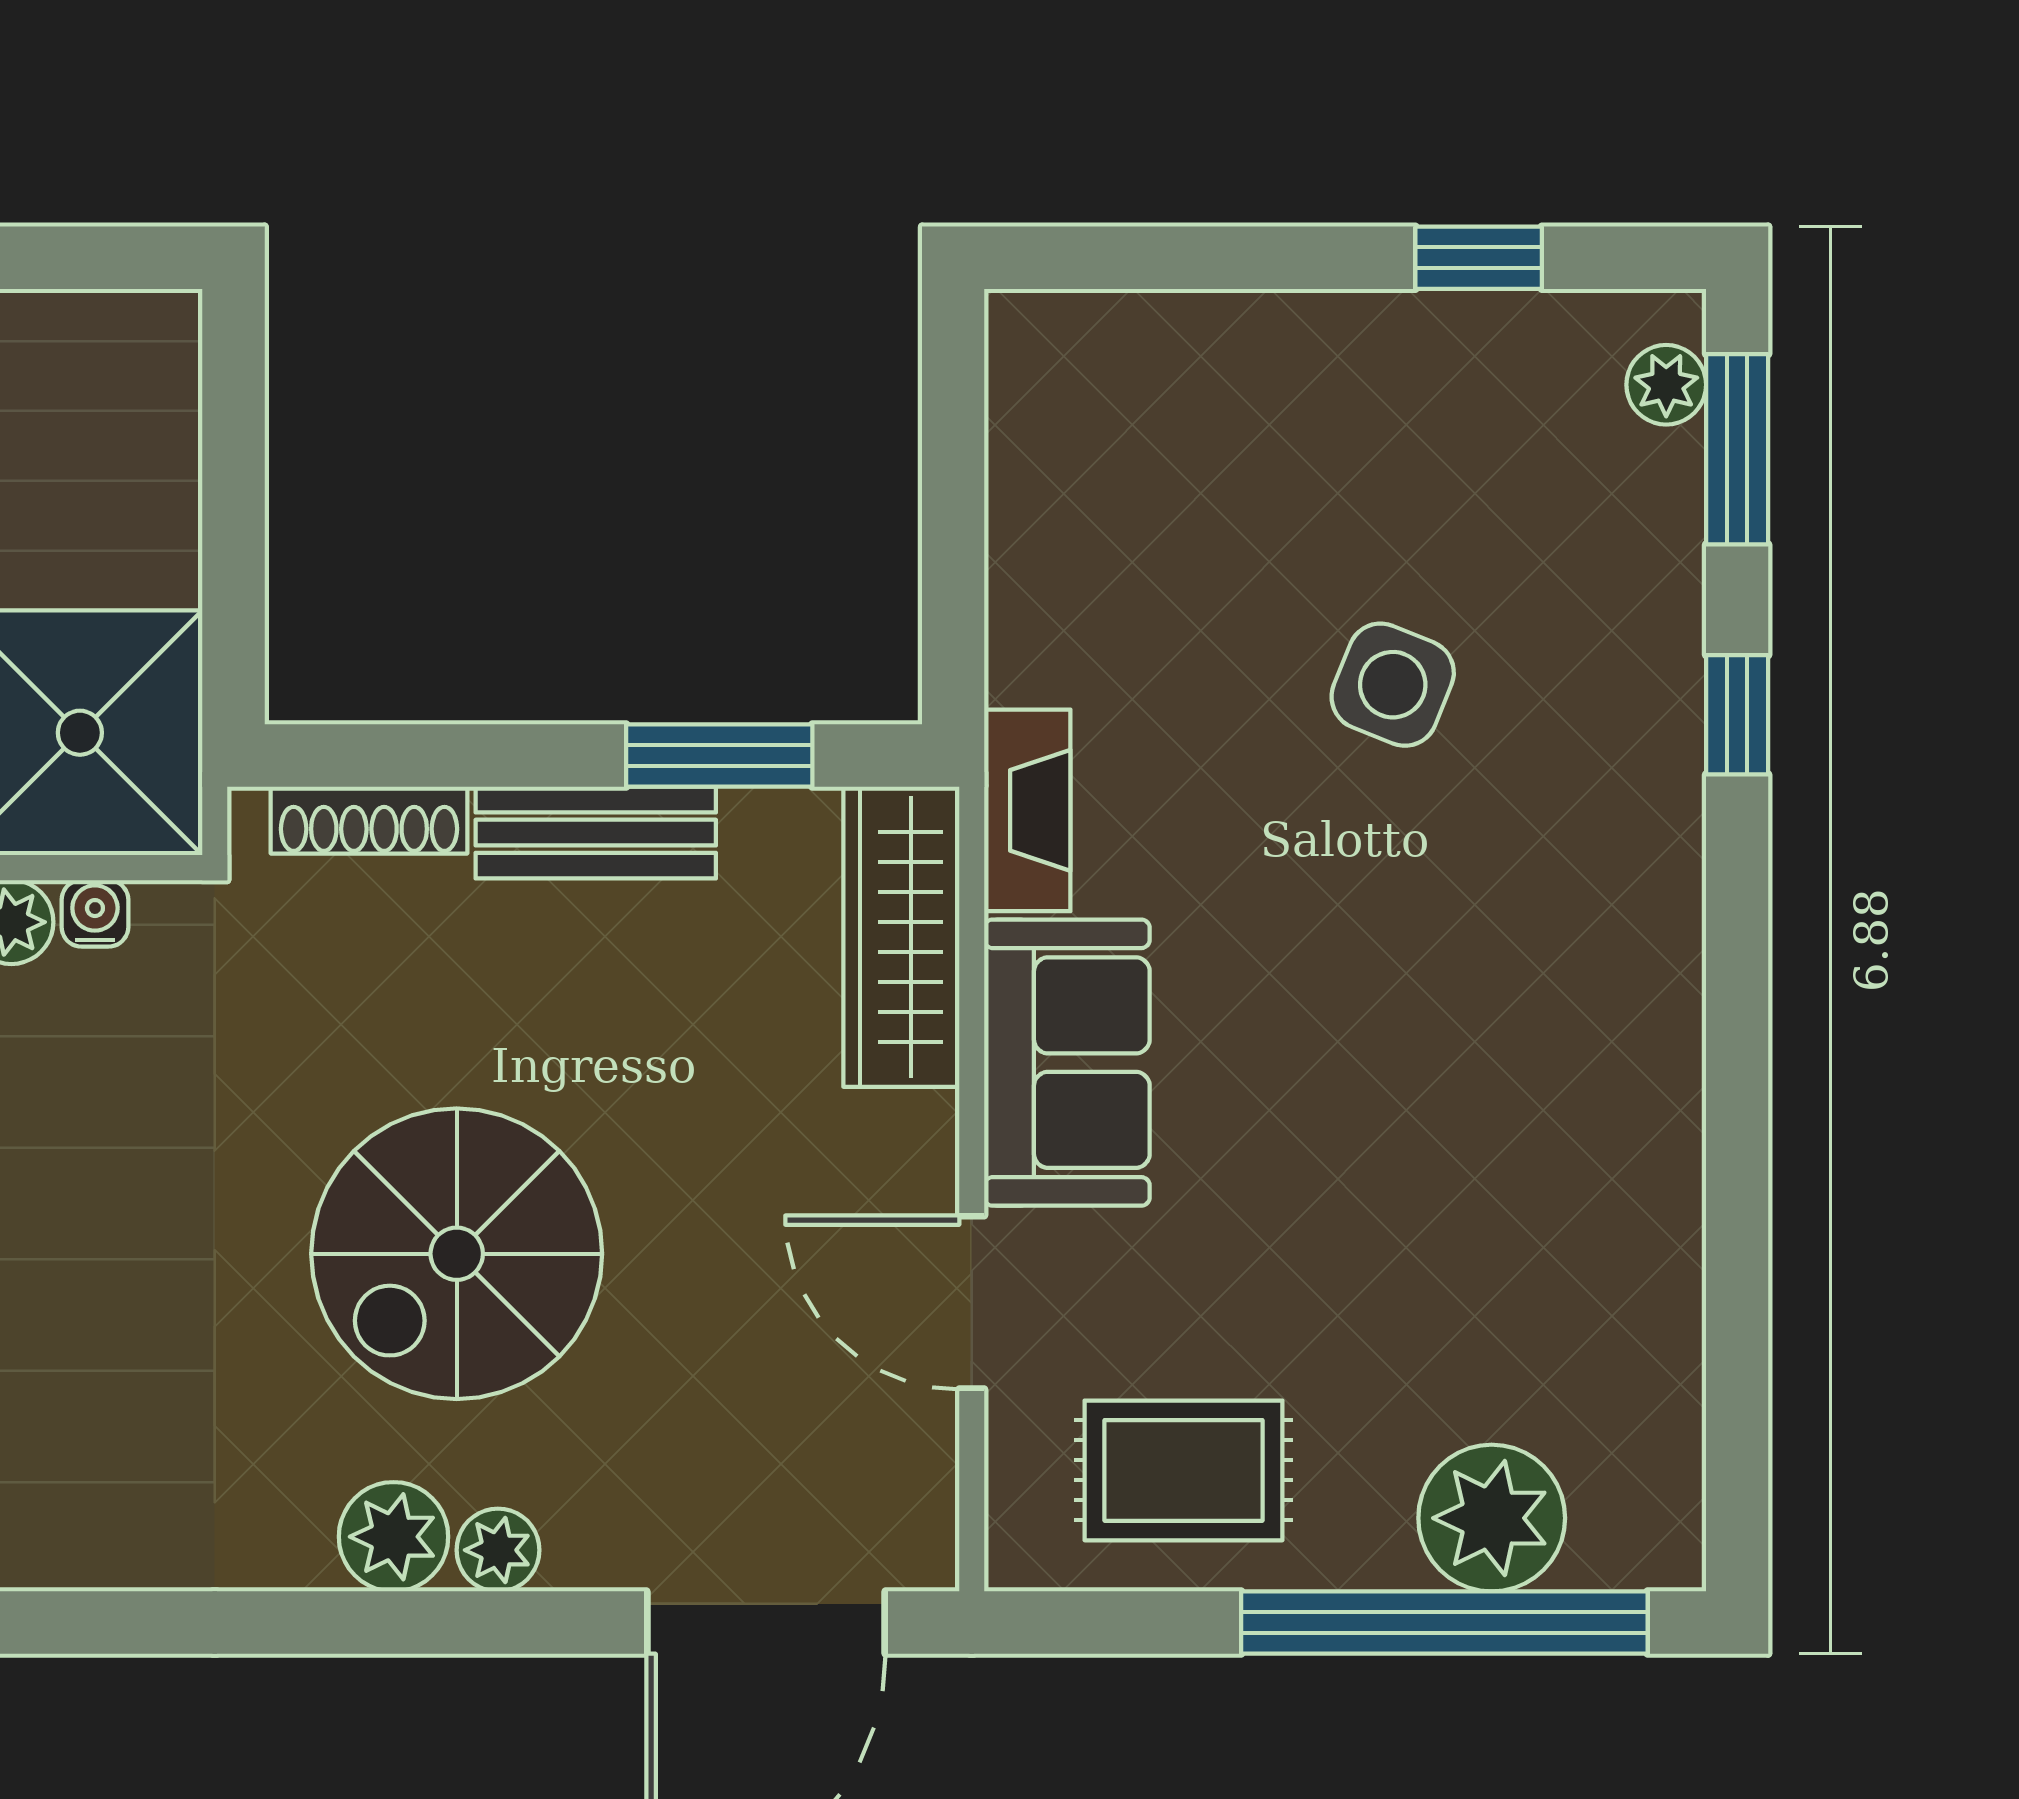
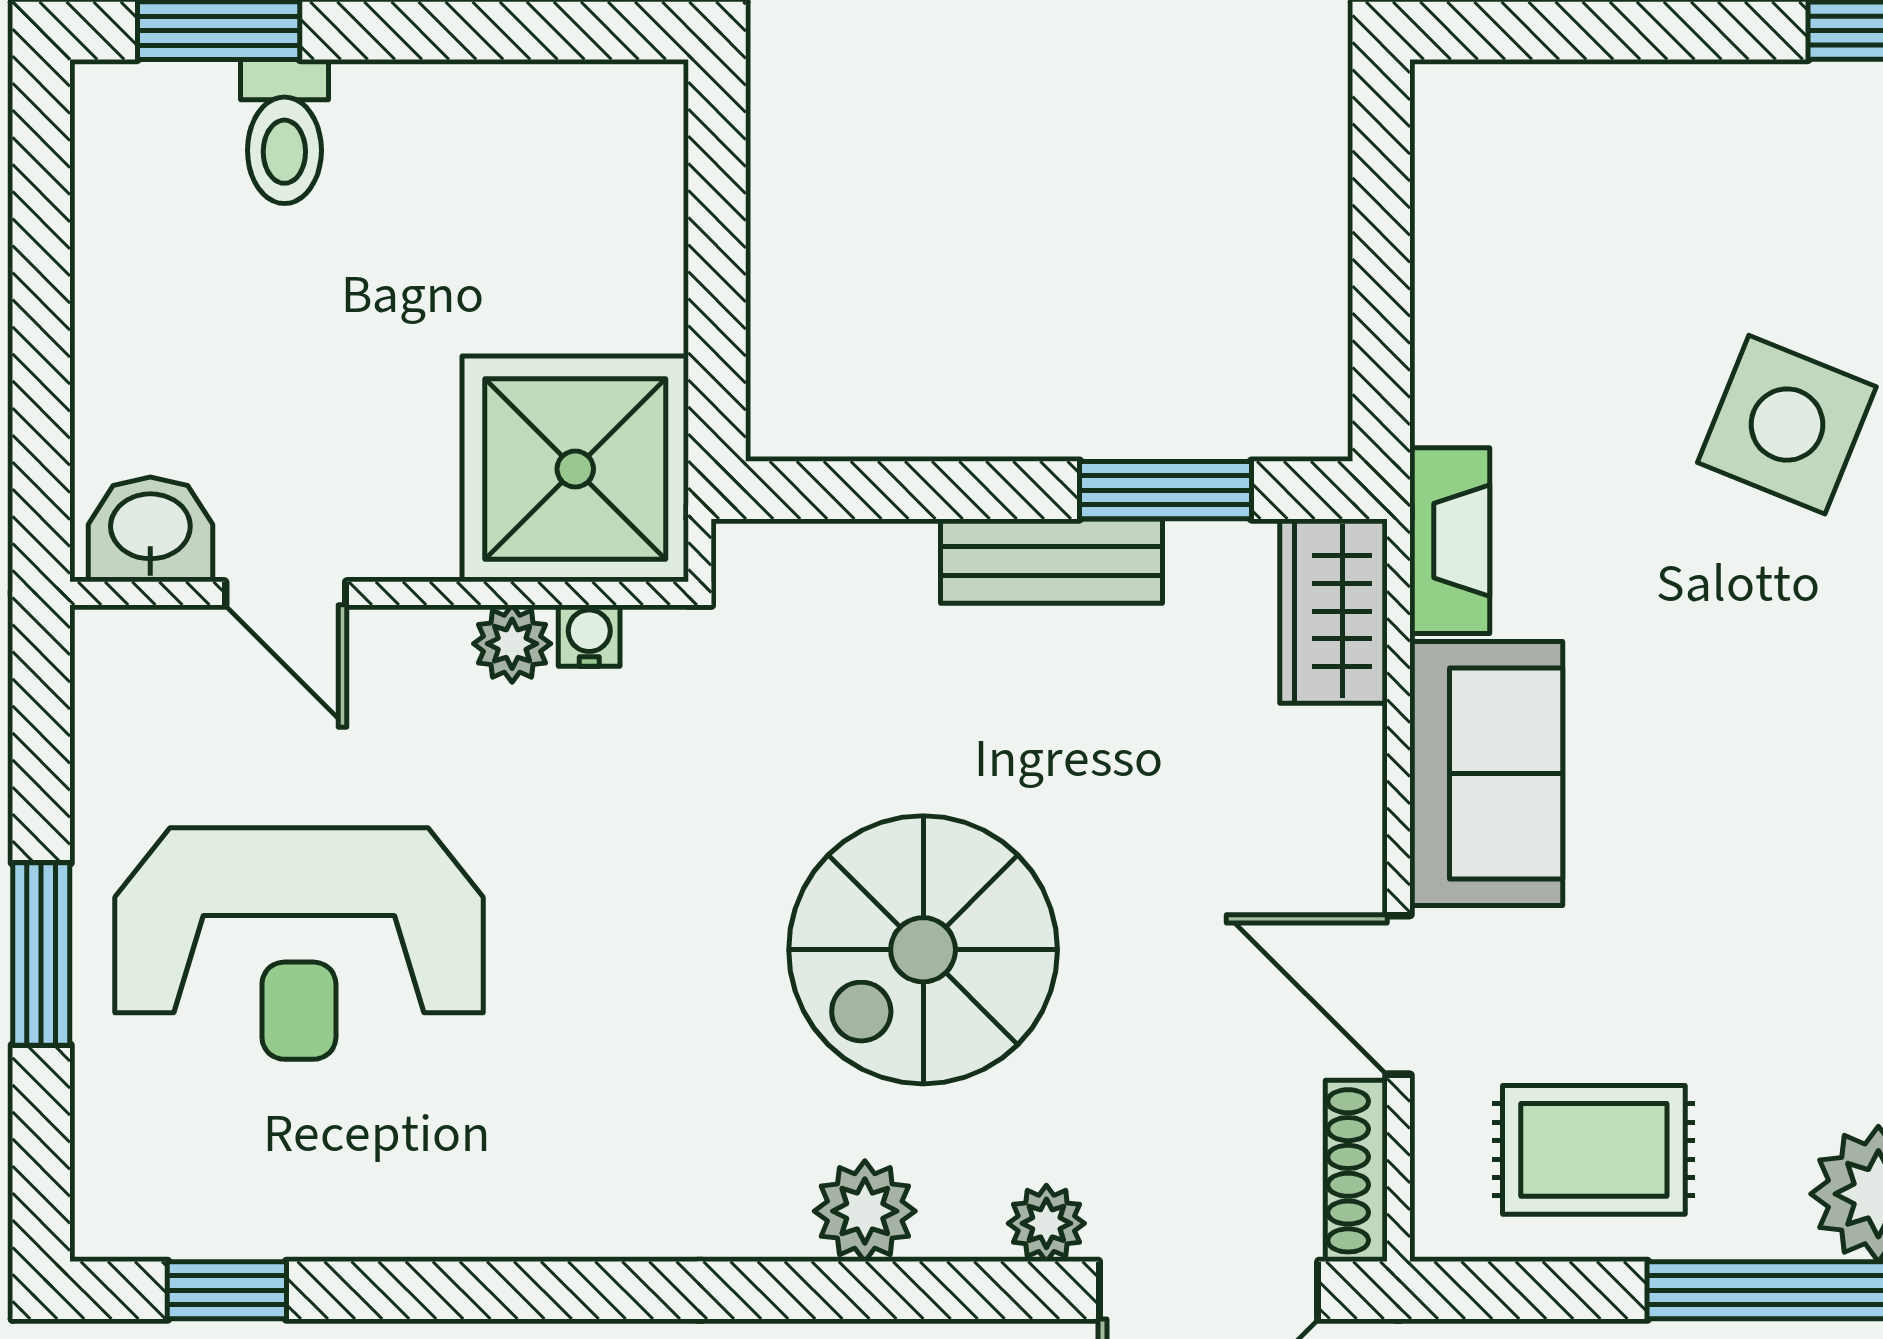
side table: (1393, 685) -> (1787, 425), width x1.37, depth x1.37
shoe rack: (369, 820) -> (1356, 1171), moved, turned 90
wardrobe: (901, 937) -> (1333, 611), width x0.67
plant: (498, 1550) -> (1046, 1223), moved

